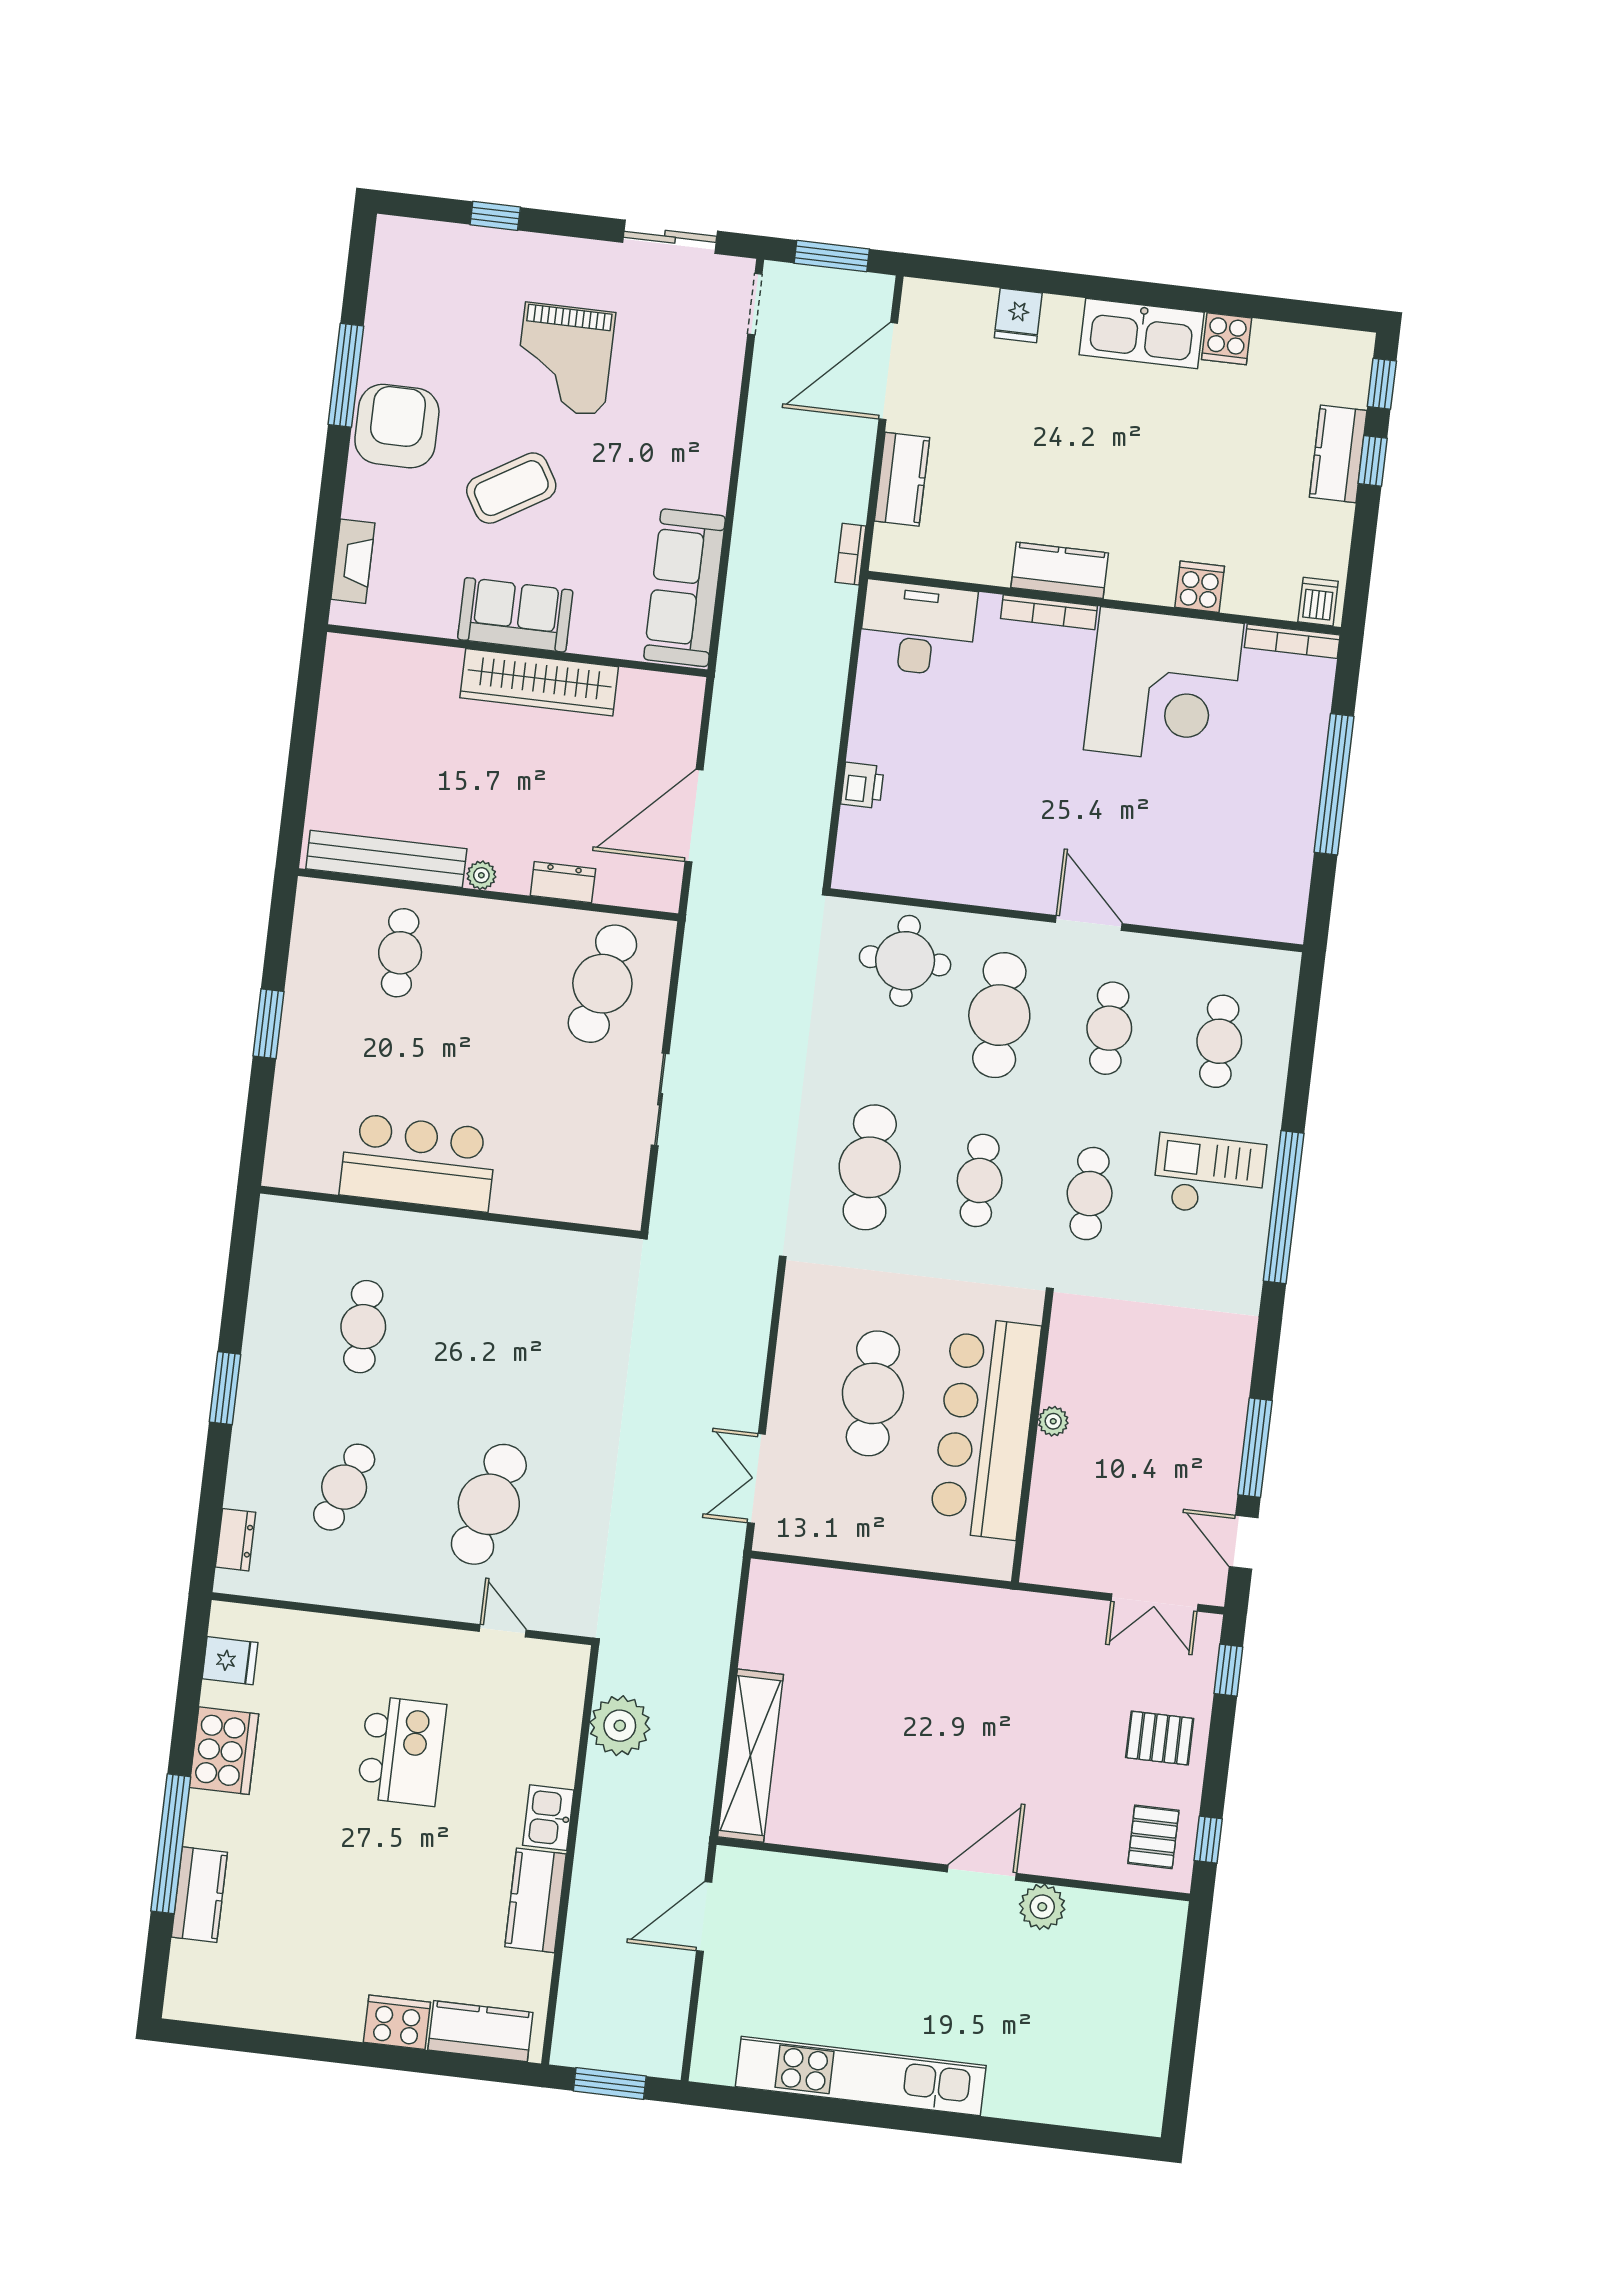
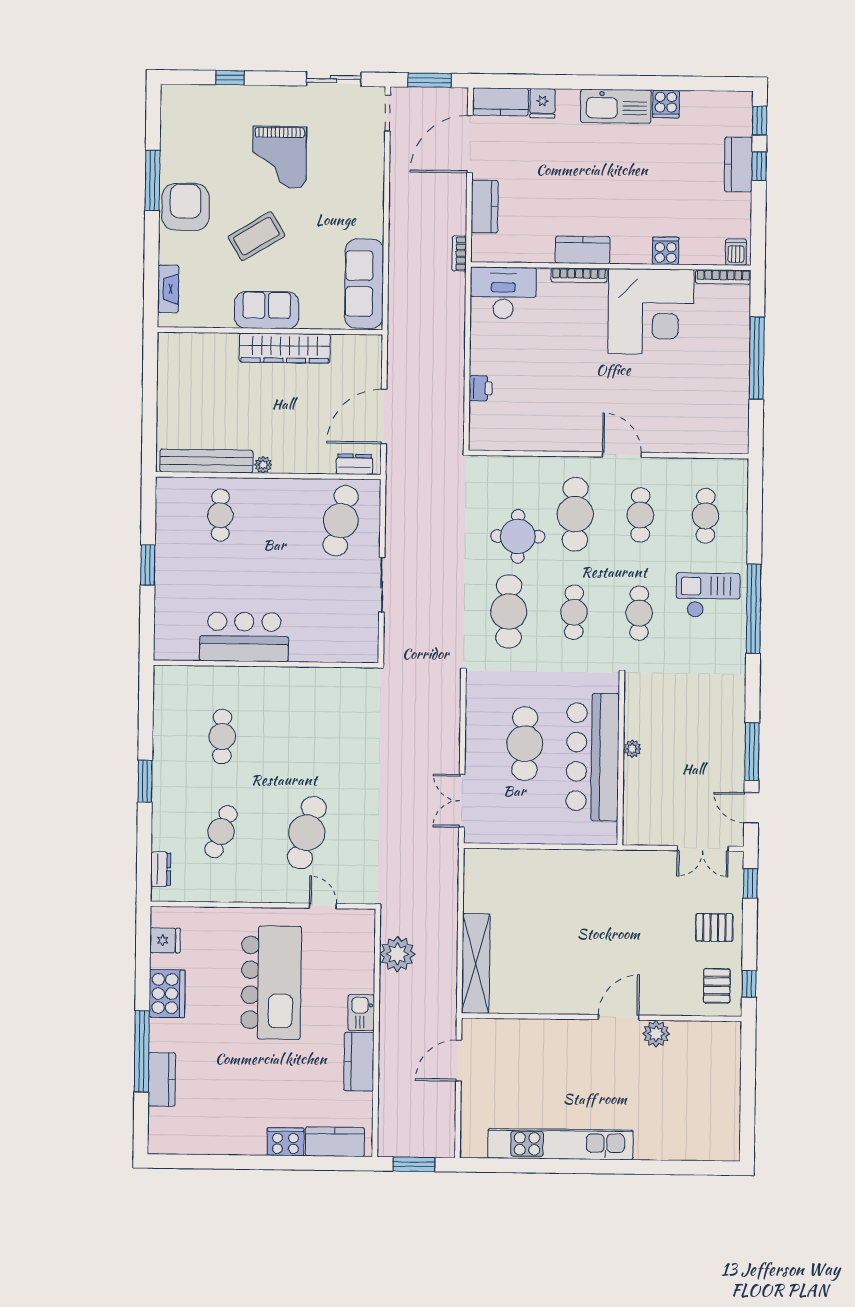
kitchen counter: (948, 305) -> (500, 102), added
dresser: (563, 882) -> (354, 464), moved
round table: (905, 961) -> (518, 536), moved
kitchen island: (402, 1751) -> (271, 983), width x1.87, depth x1.28

